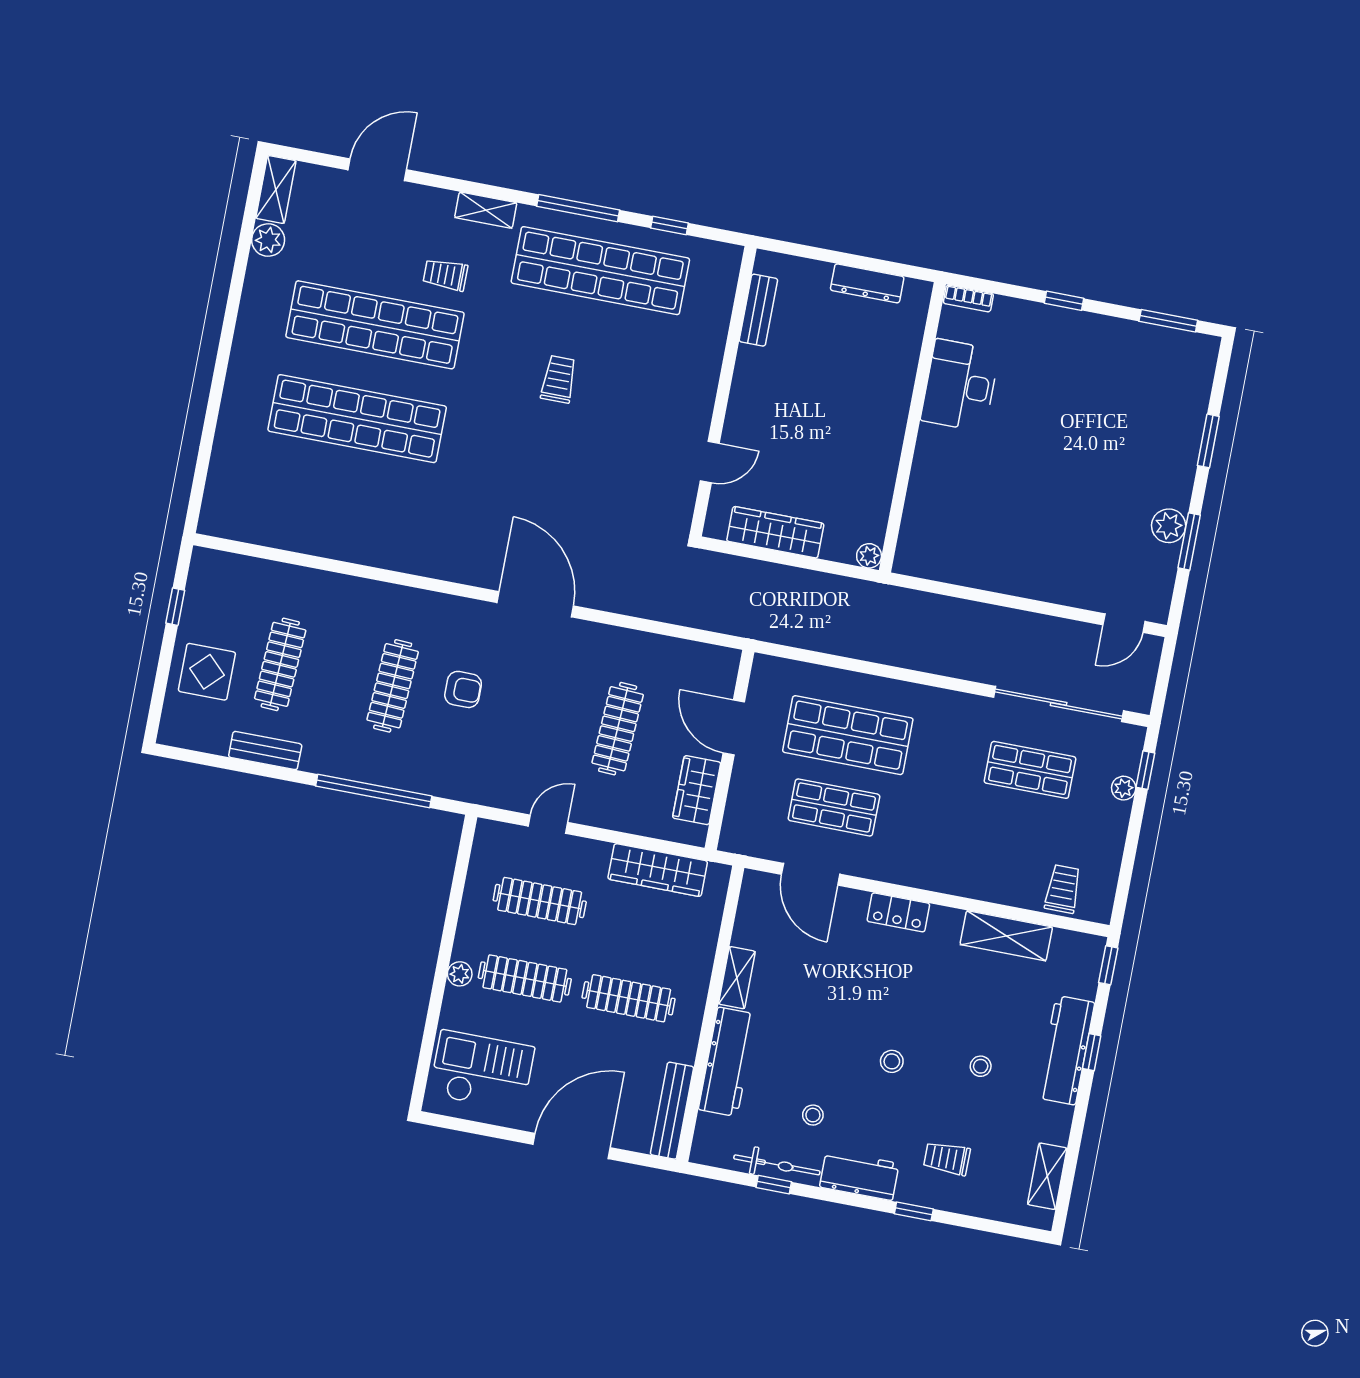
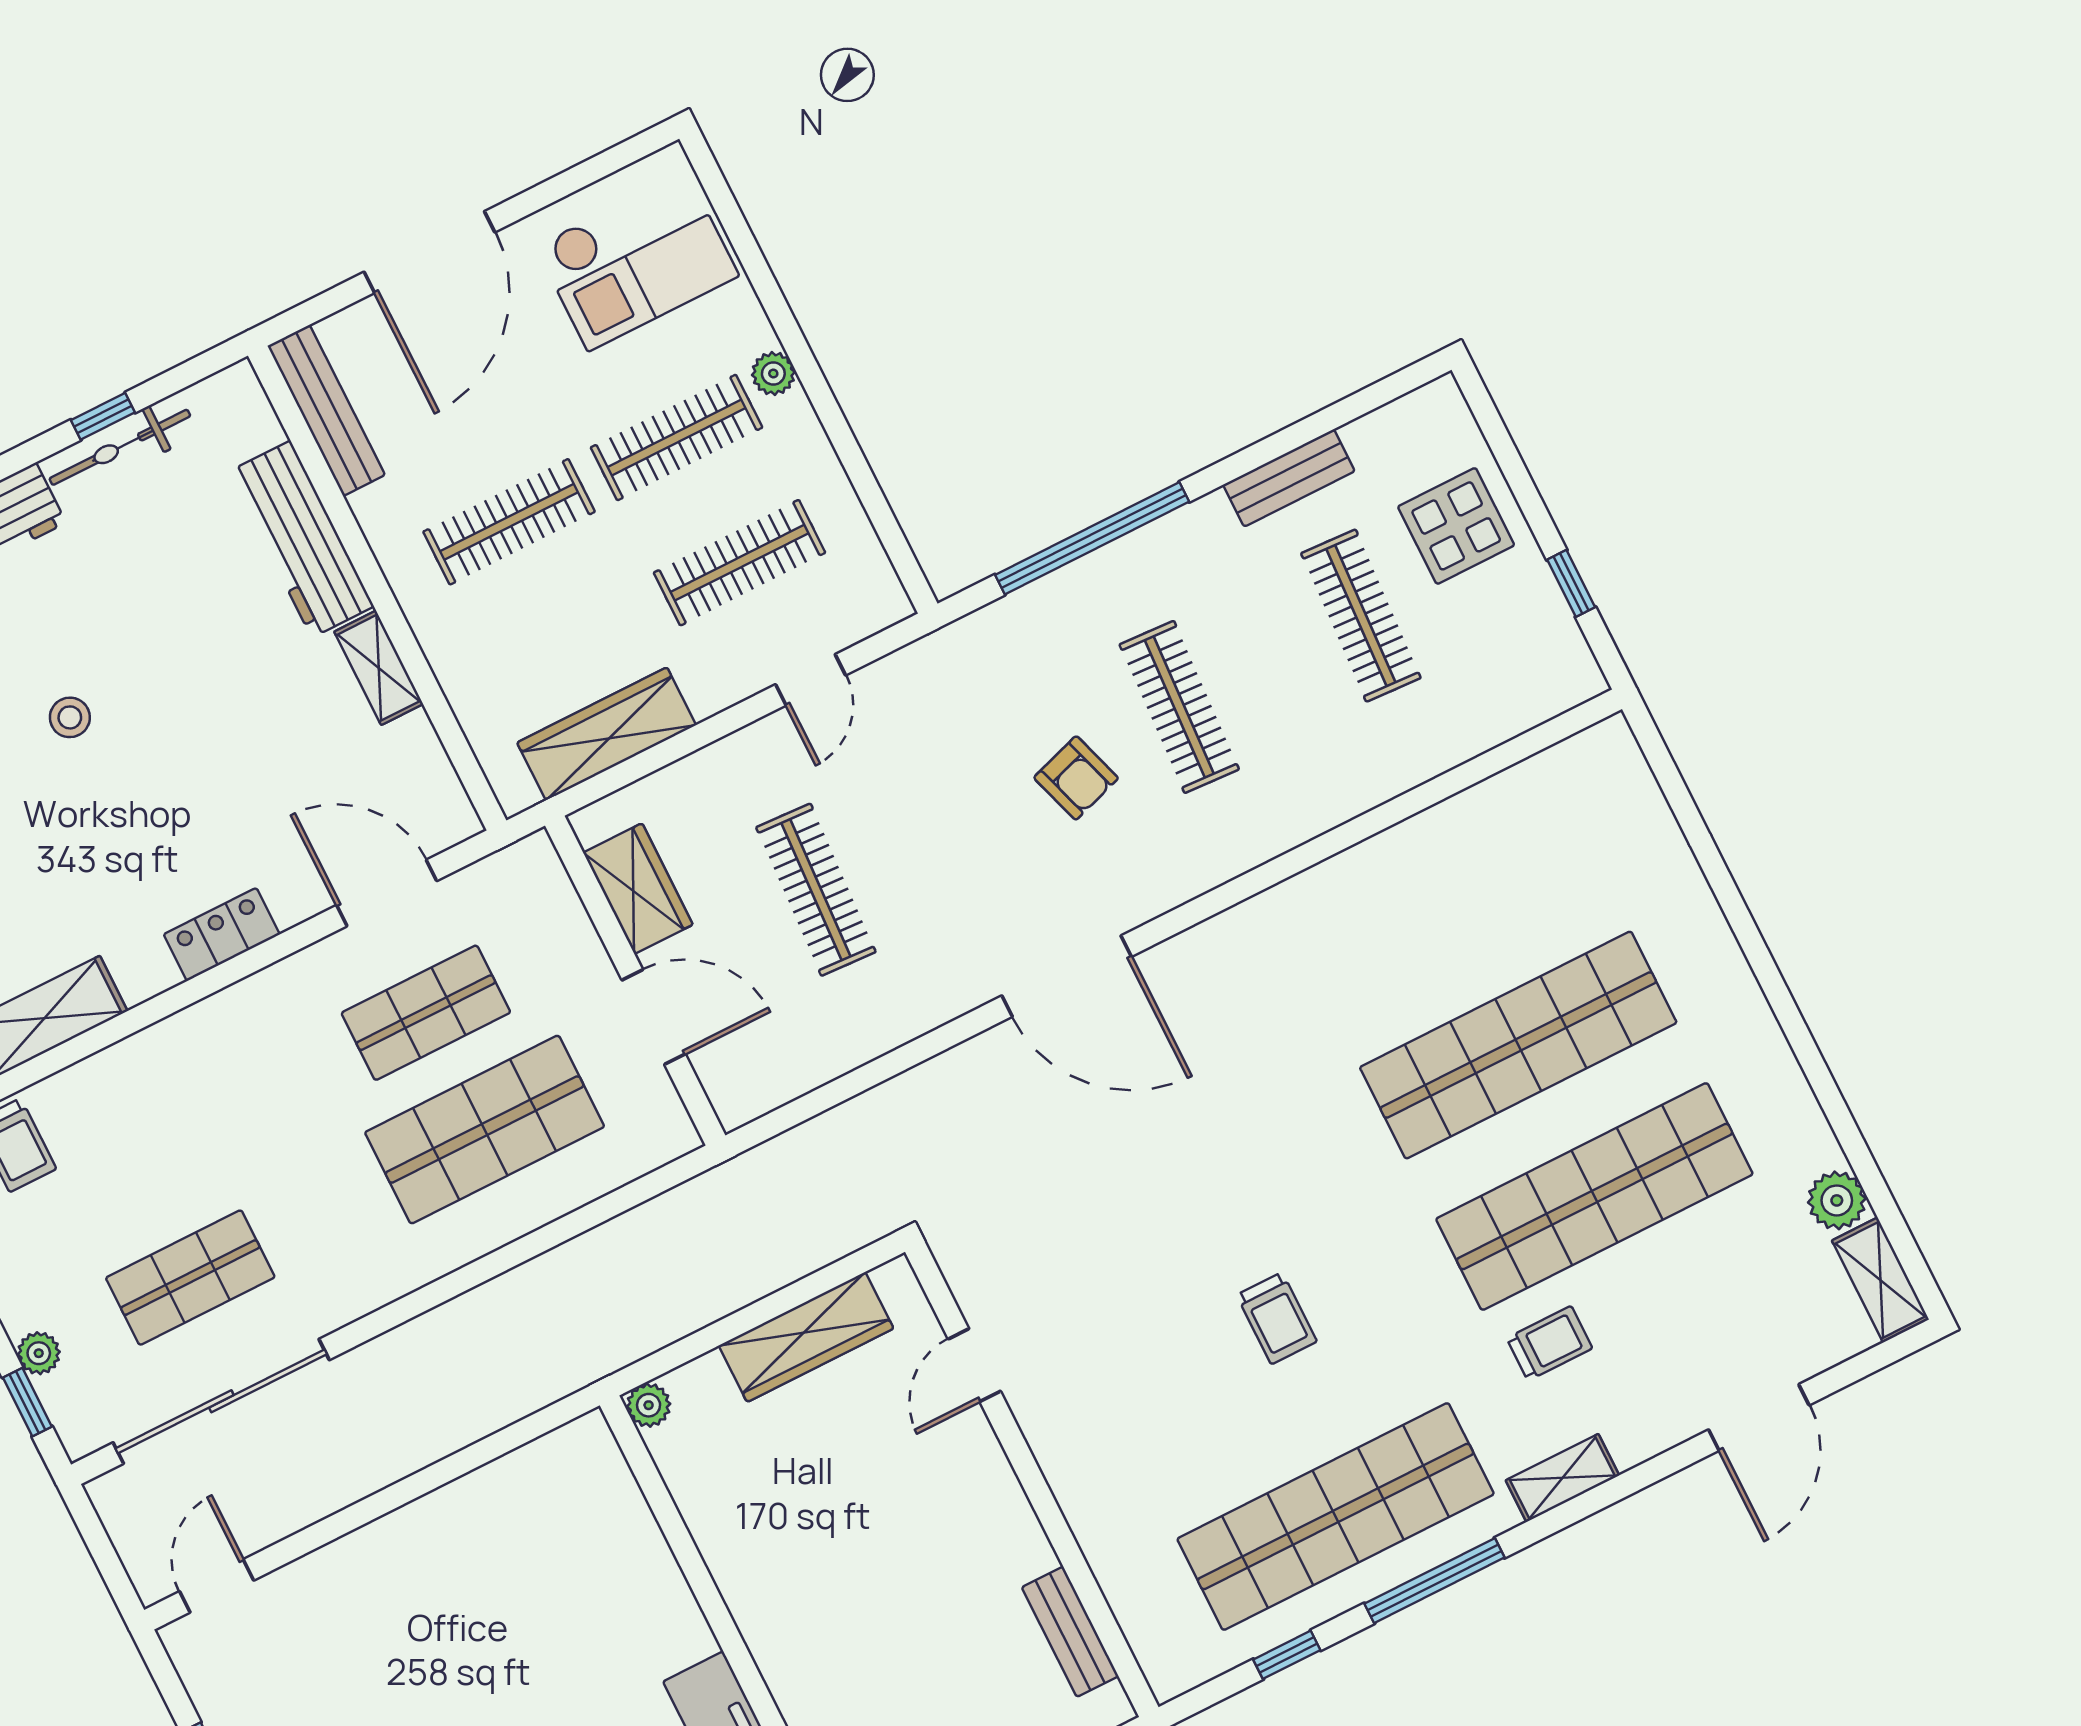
armchair: (463, 689) -> (1076, 778), turned -108
stool: (813, 1115) -> (123, 556), removed

